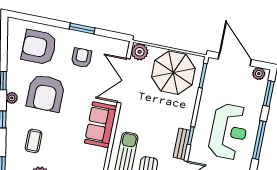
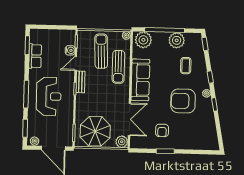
armchair: (39, 47) -> (193, 133), removed
armchair: (46, 93) -> (183, 101), turned -90
sofa: (101, 125) -> (140, 80), width x1.36
reception desk: (229, 132) -> (49, 96), turned 180

